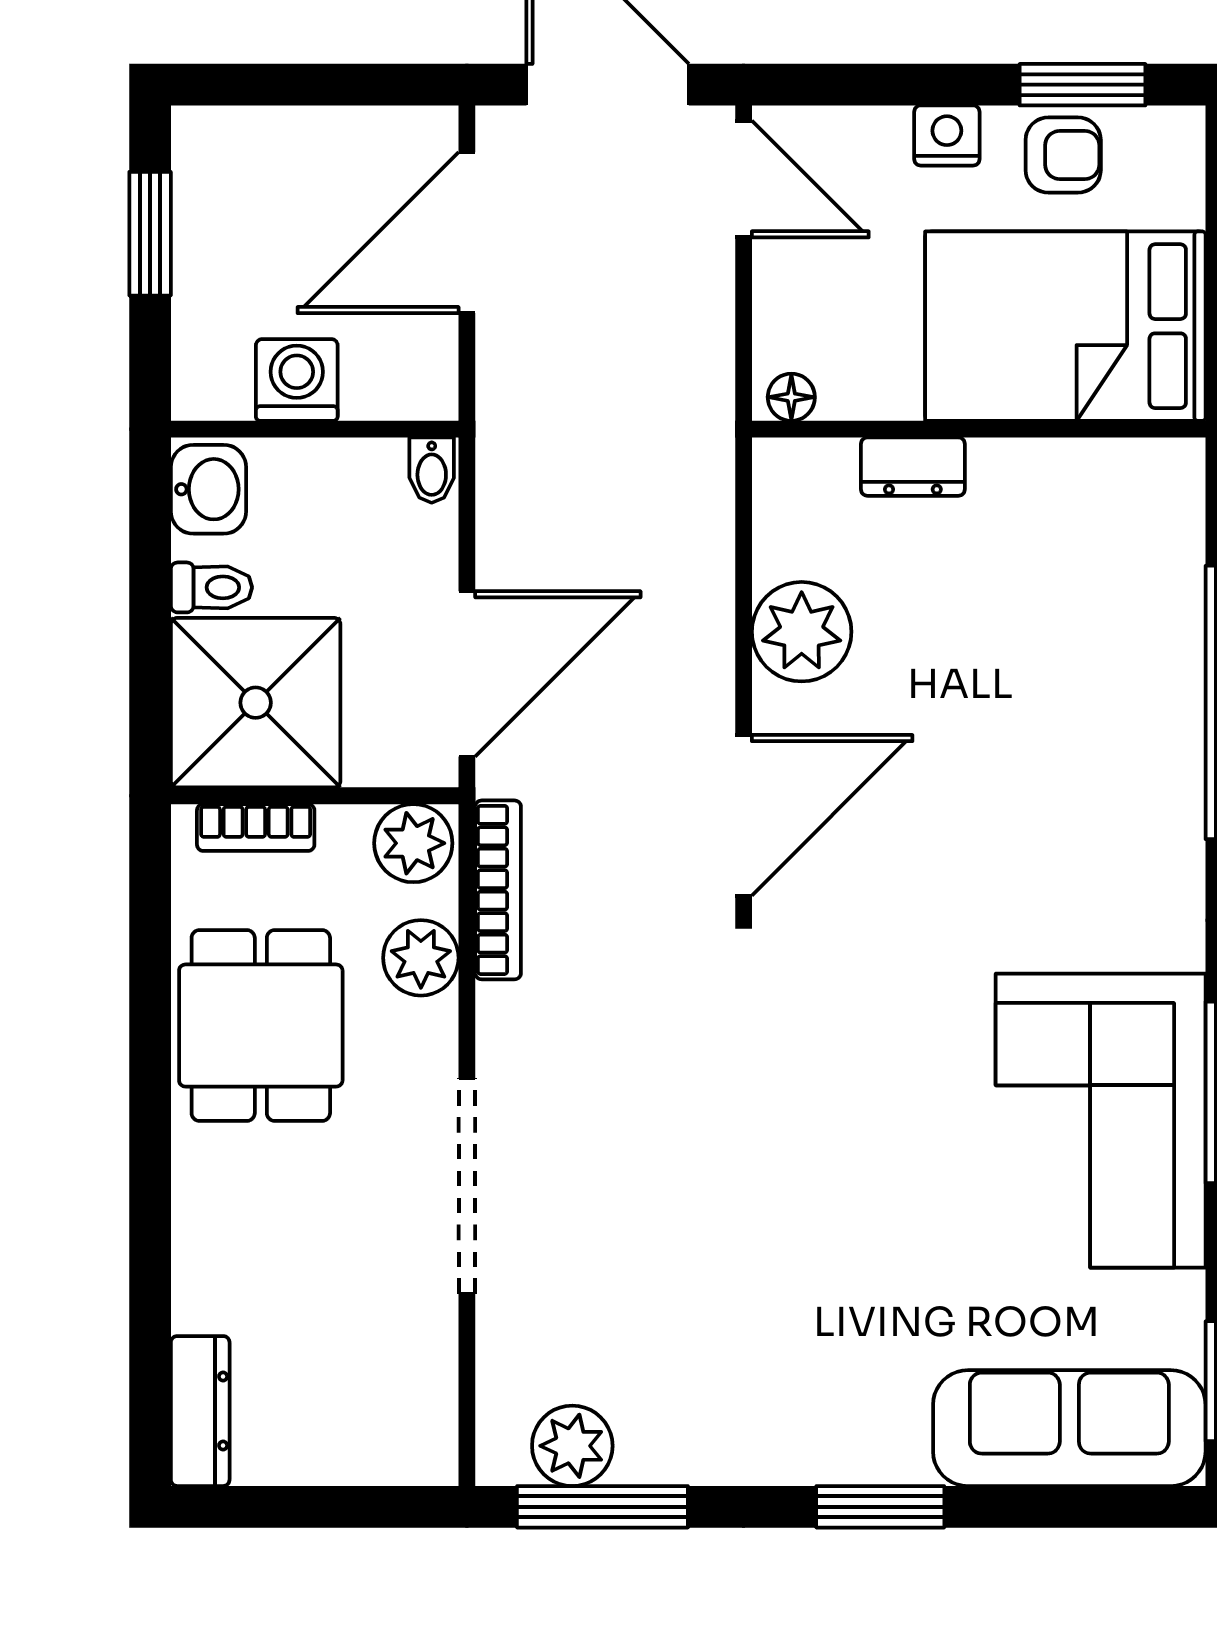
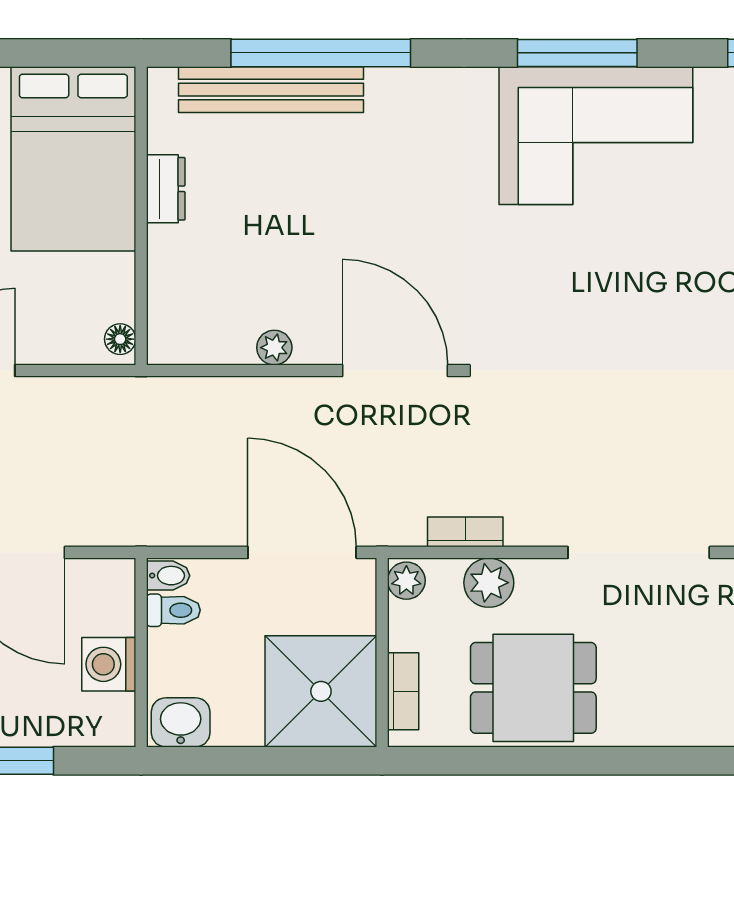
dresser: (913, 467) -> (166, 189), moved
toilet: (211, 587) -> (173, 610), moved, turned 90
bench: (1171, 627) -> (271, 90), added
plant: (802, 632) -> (274, 348), width x0.53, depth x0.53
plant: (413, 843) -> (406, 581), width x0.73, depth x0.73
bookcase: (498, 890) -> (465, 532), width x0.64

